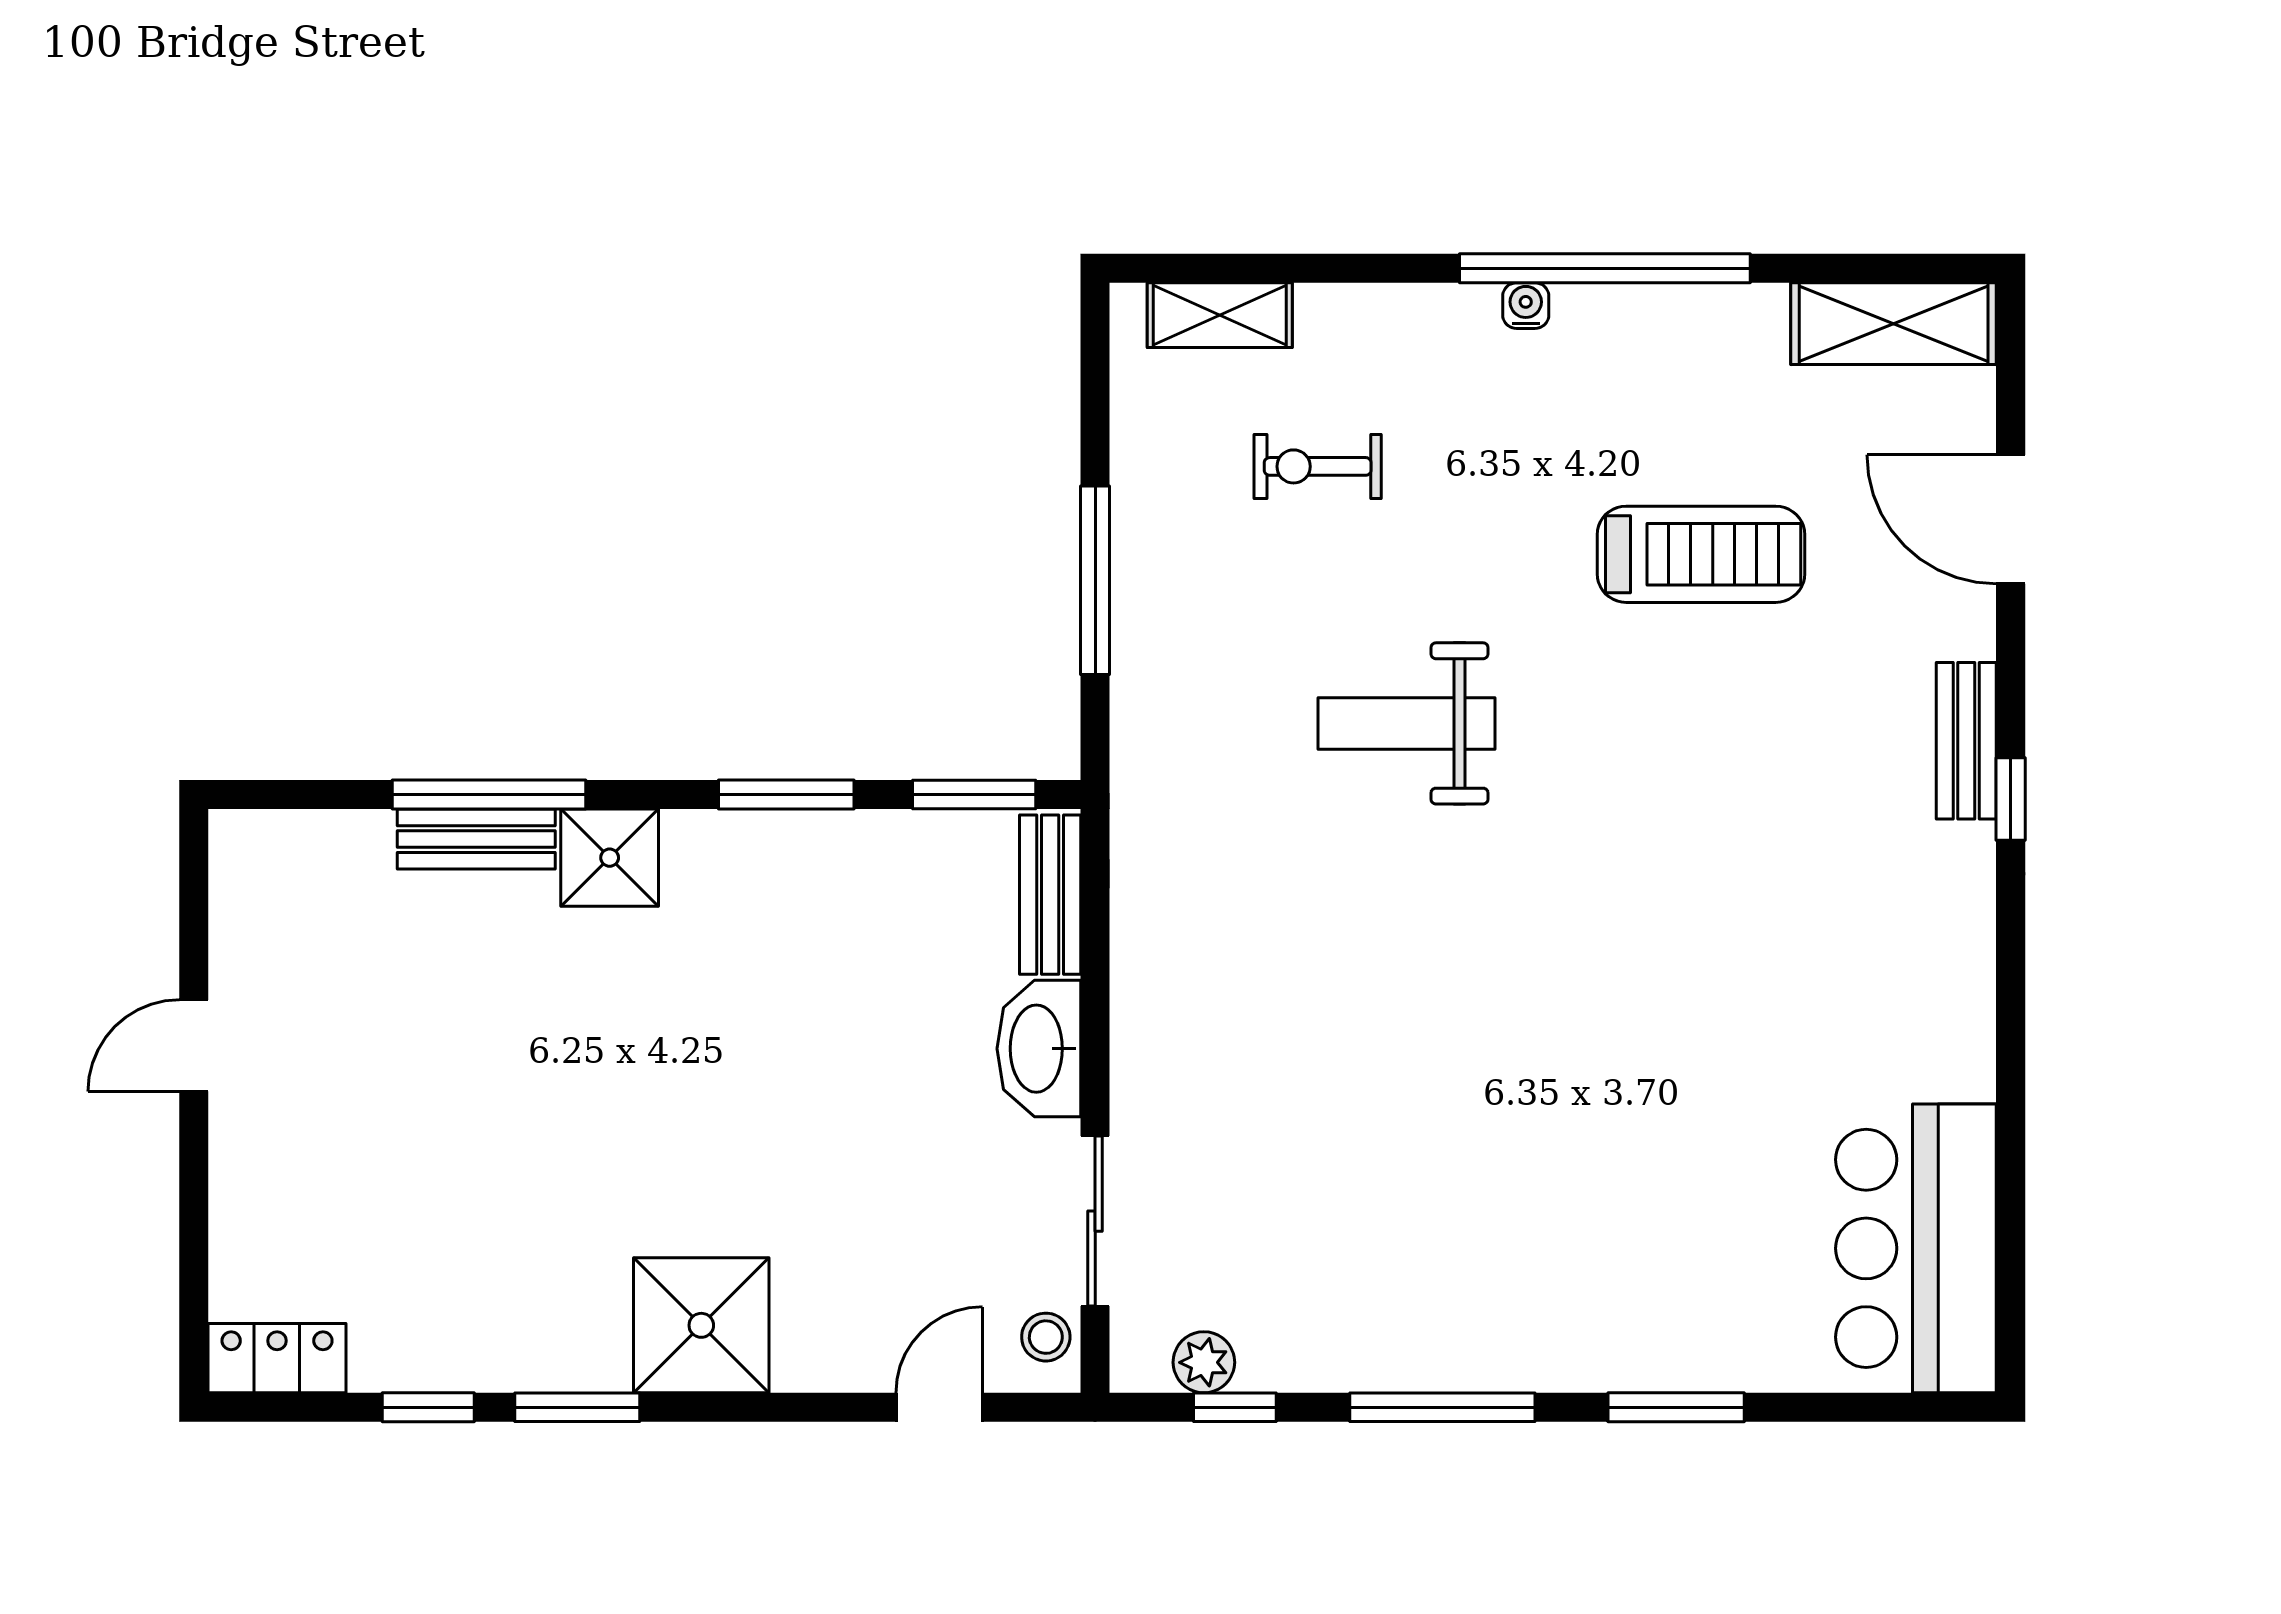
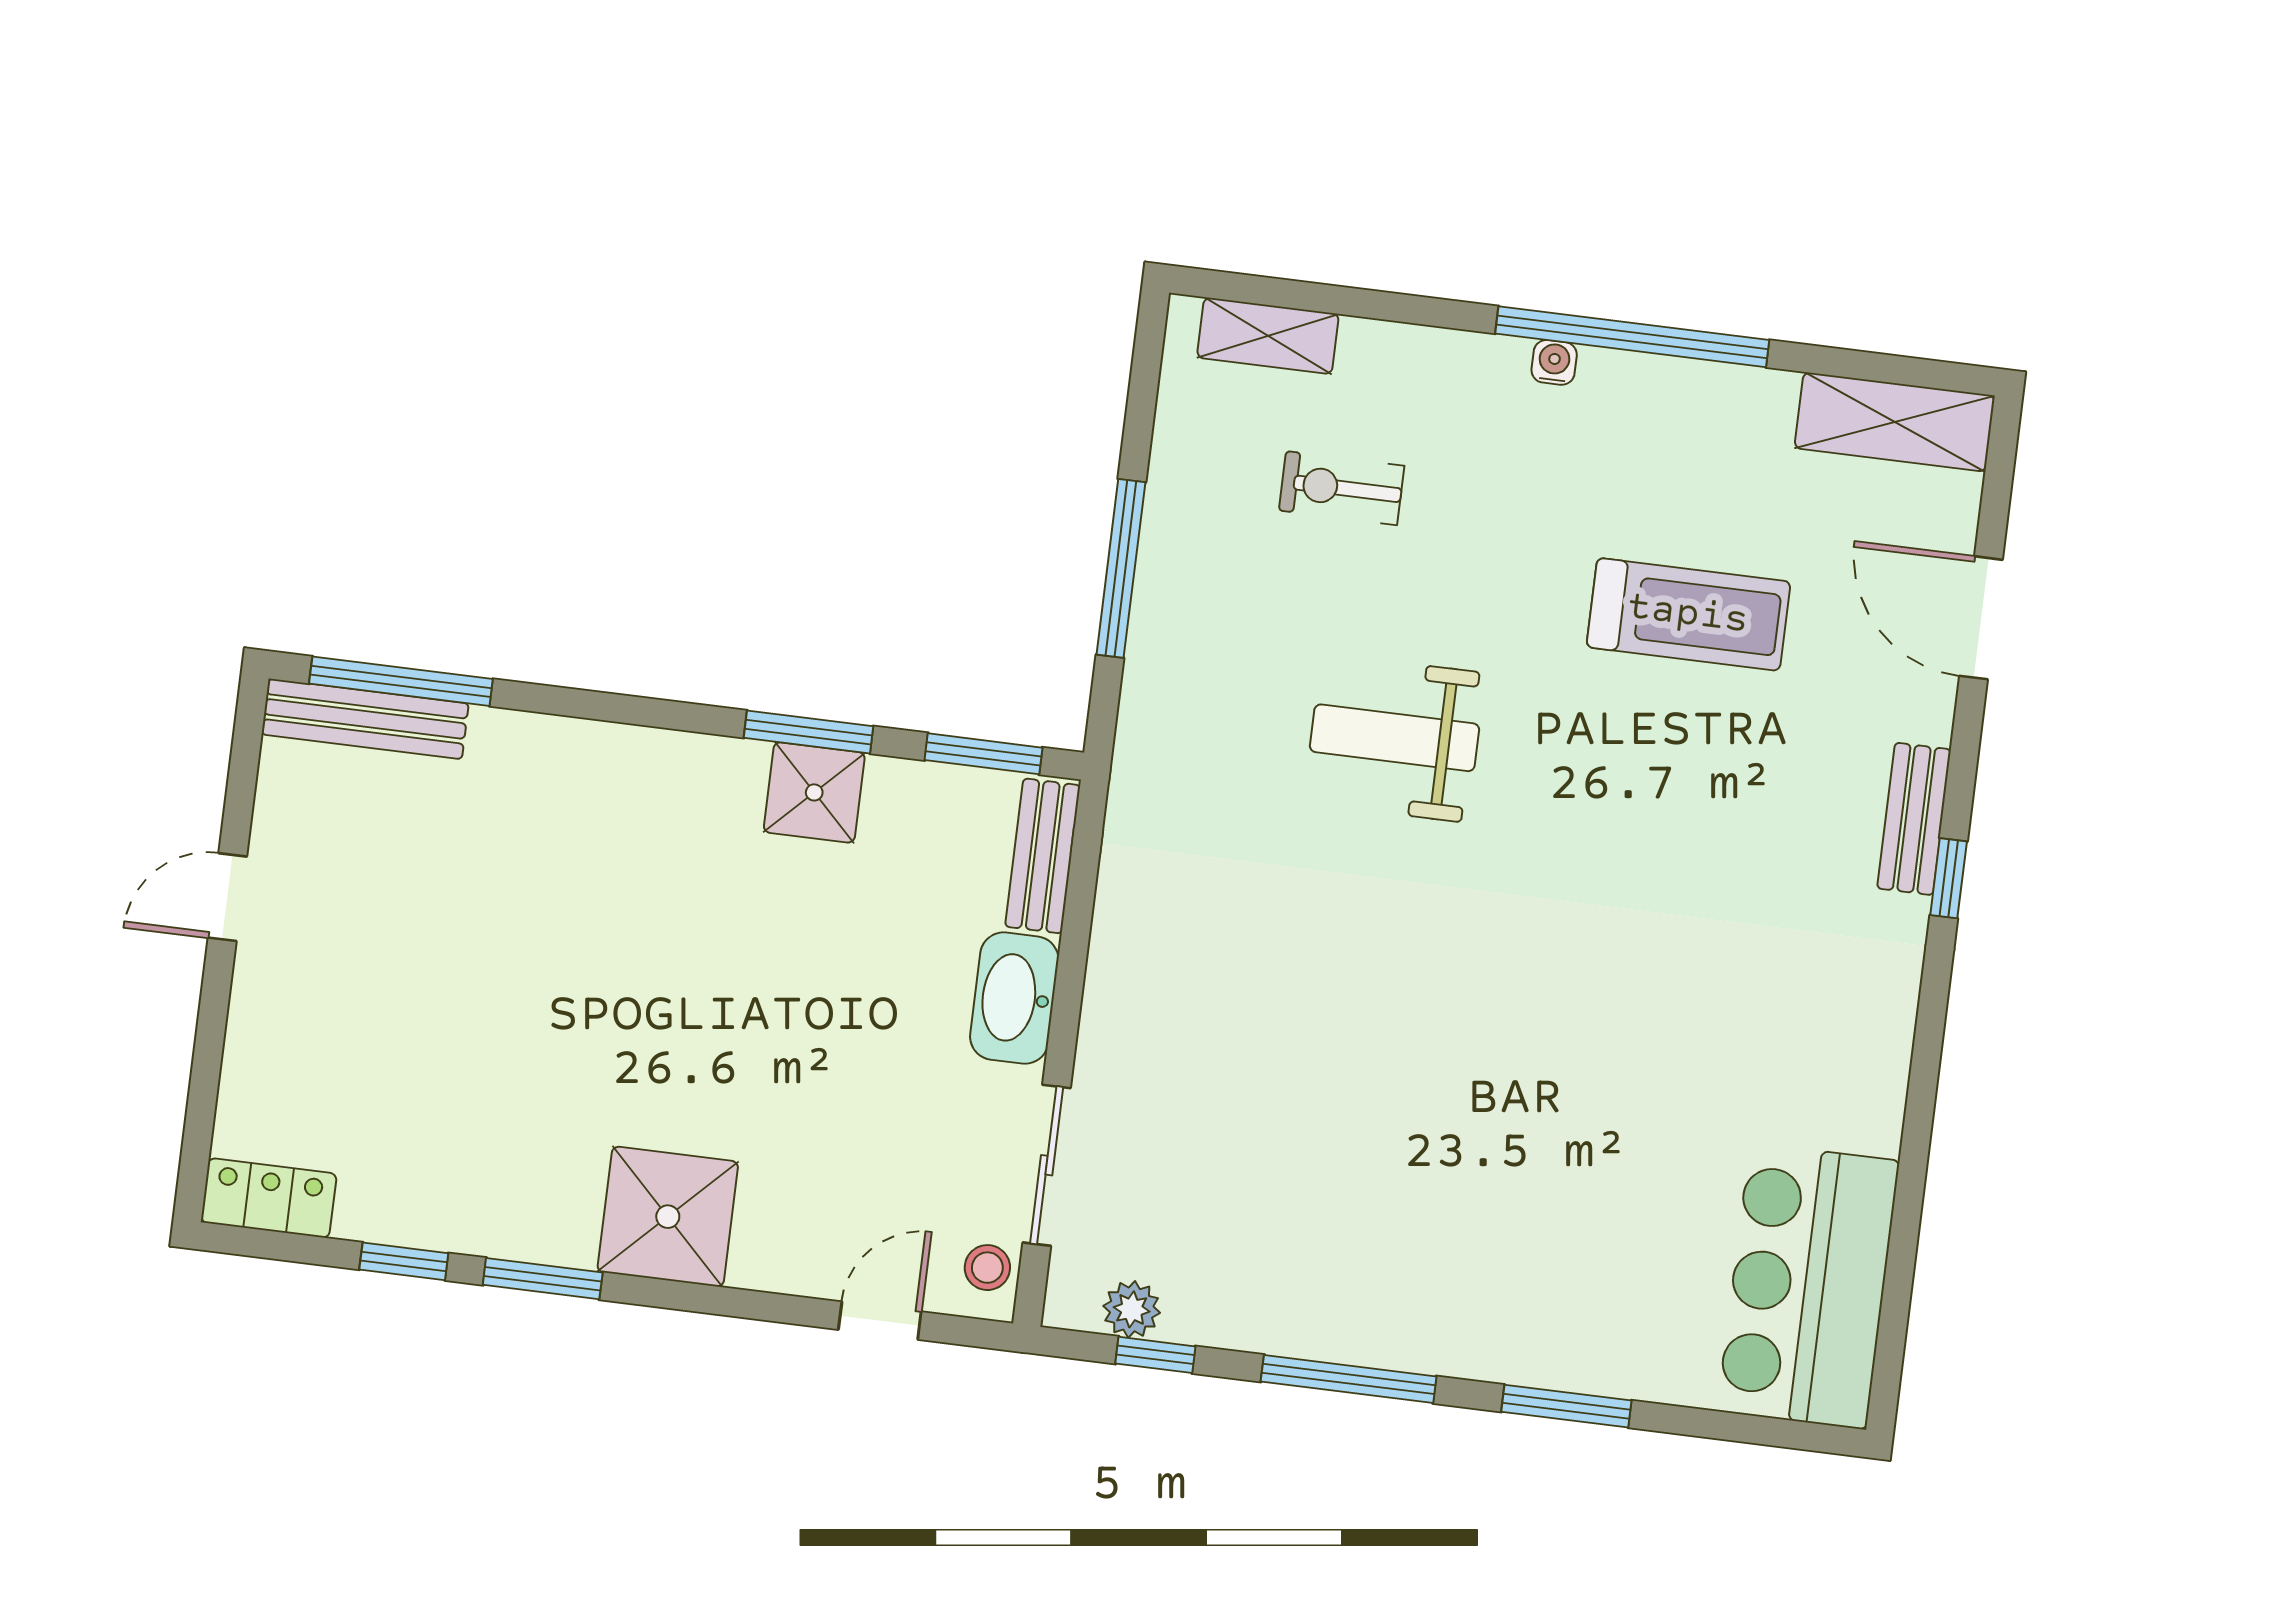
window: (489, 794) -> (401, 681), moved
bench: (476, 839) -> (365, 719), moved, width x1.36
shower: (610, 858) -> (814, 792), moved

